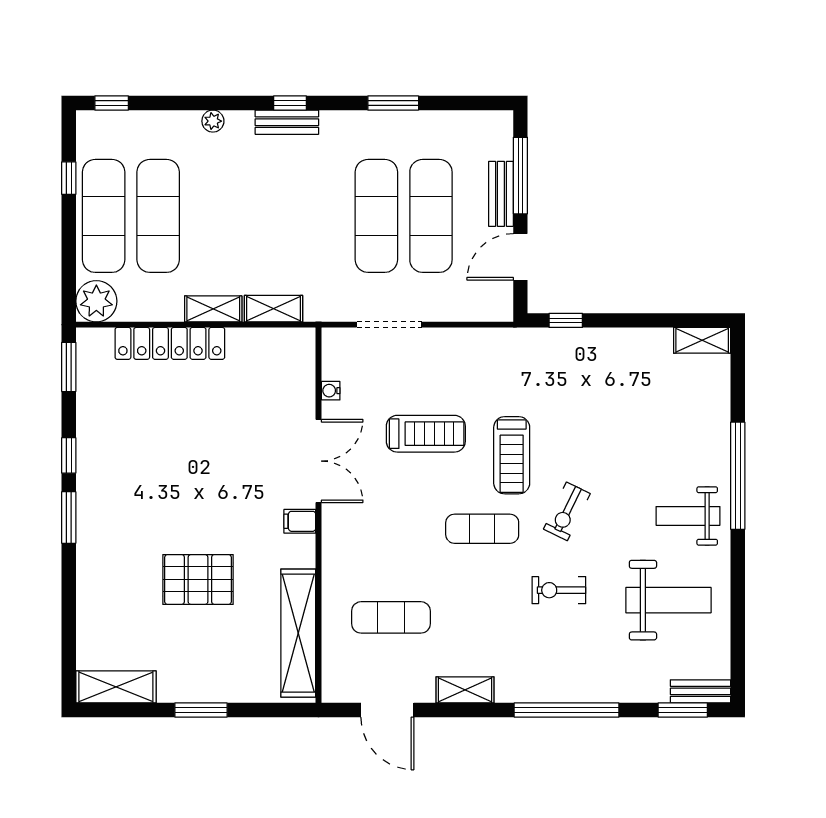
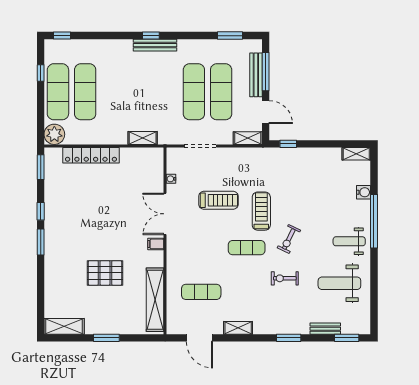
window: (393, 103) -> (230, 36), moved
plant: (213, 121) -> (112, 45), removed
bench: (287, 122) -> (155, 45), width x1.36
bench: (501, 194) -> (256, 75), width x1.36
door: (520, 257) -> (266, 112), swing flipped
shelving: (213, 309) -> (248, 138), moved
water cooler: (717, 418) -> (364, 192), added
treadmill: (512, 455) -> (261, 211), turned 180
double door: (319, 461) -> (165, 214), swing flipped
weight bench: (668, 600) -> (339, 283), turned 180
bench: (701, 691) -> (325, 329), moved
window: (567, 710) -> (289, 338), width x0.47

